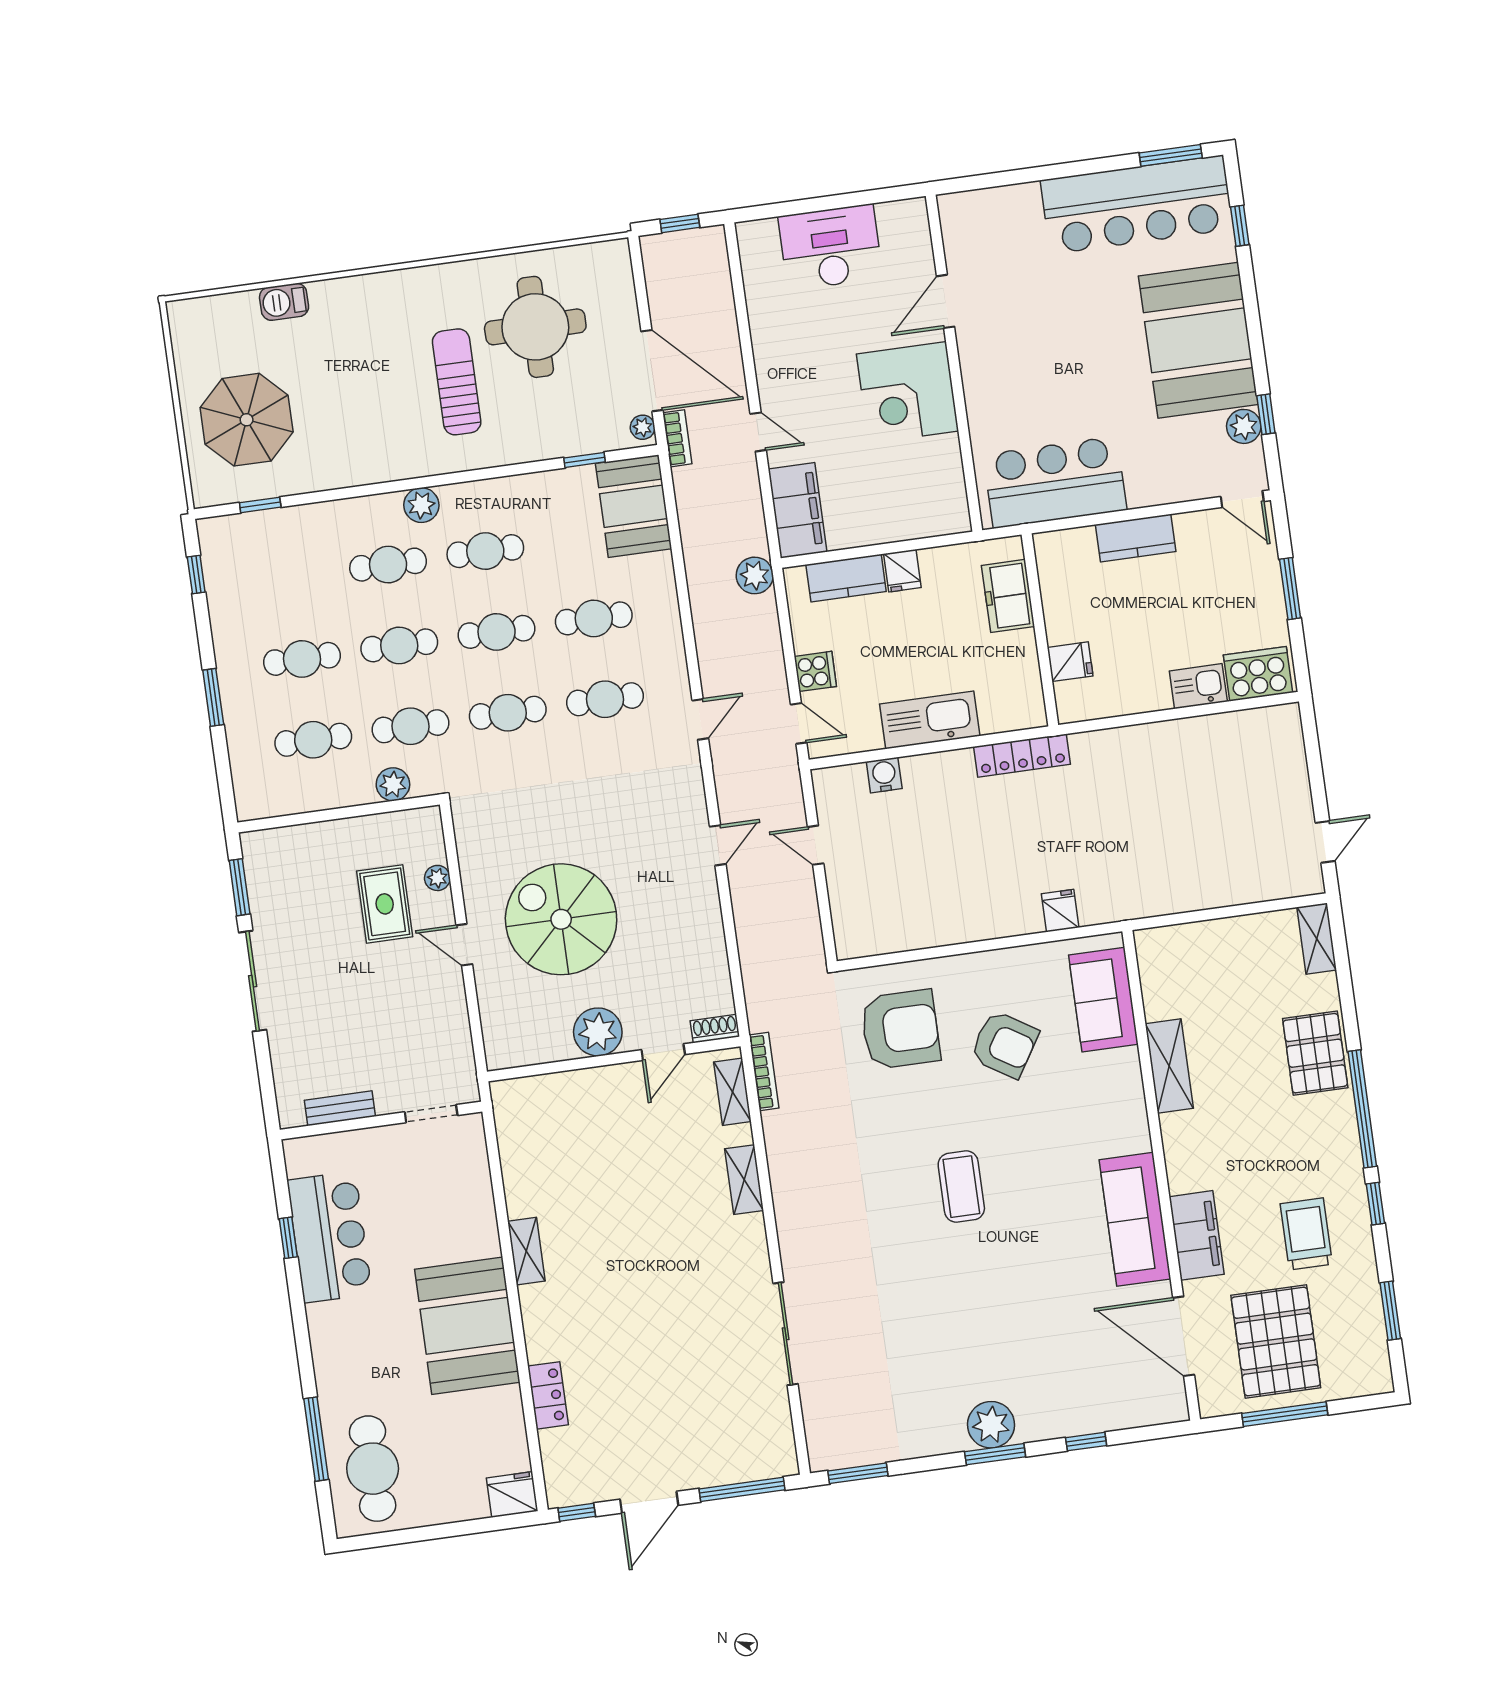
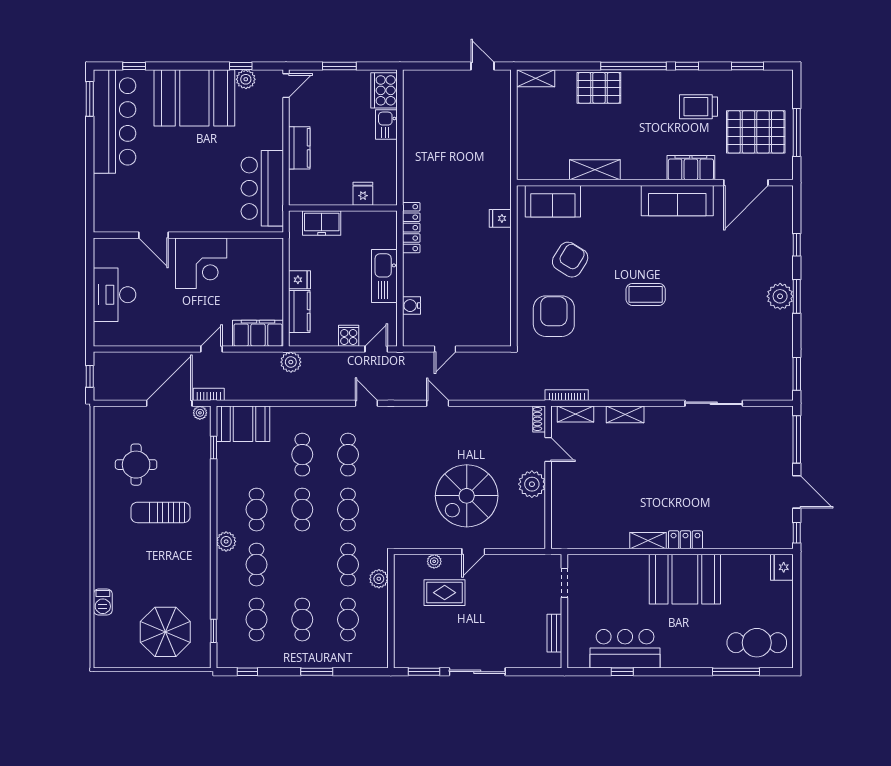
round table: (535, 327) -> (136, 465), width x0.73, depth x0.73
cafe table: (399, 645) -> (257, 620), moved
locker: (548, 1395) -> (685, 540), moved

